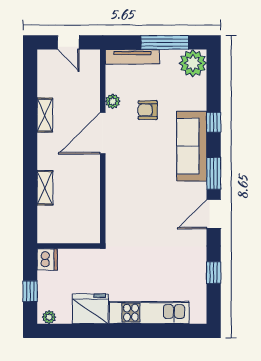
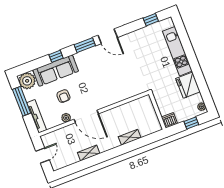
sofa: (192, 146) -> (56, 71), moved
window: (214, 273) -> (151, 20), moved

